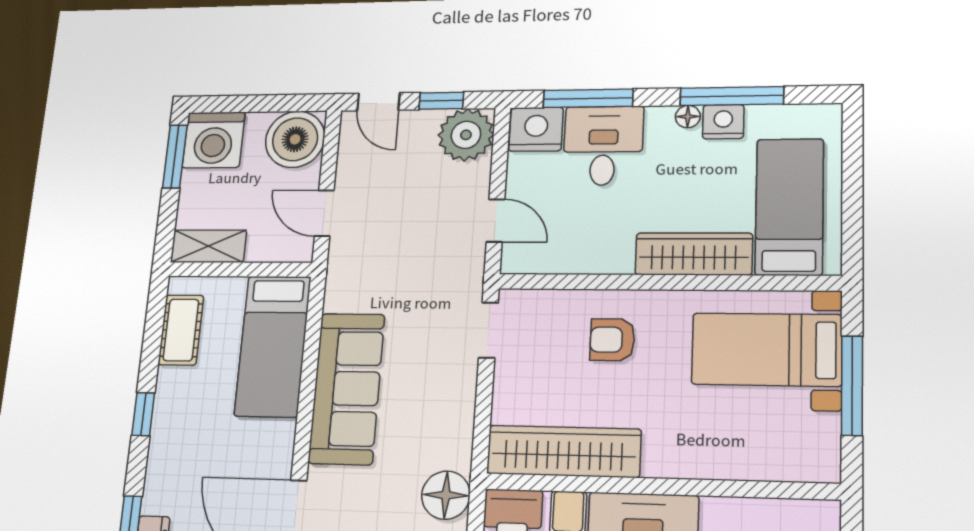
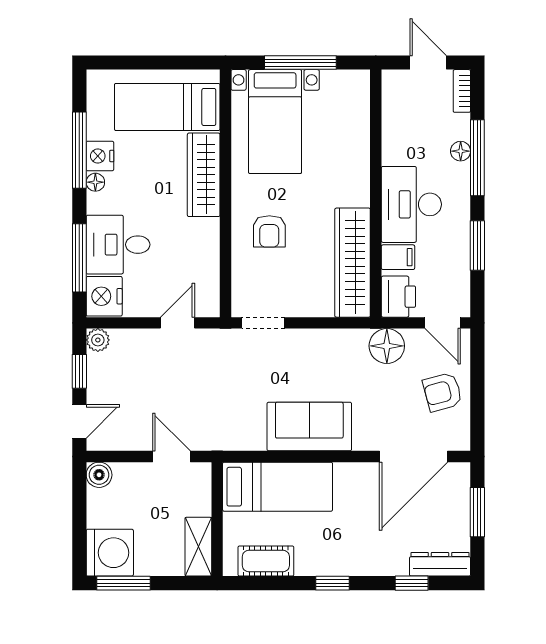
plant: (466, 135) -> (98, 340), width x0.53, depth x0.53
boiler: (295, 139) -> (99, 475), width x0.54, depth x0.54
door: (324, 213) -> (171, 456), swing flipped
sofa: (347, 388) -> (309, 427), width x0.73

